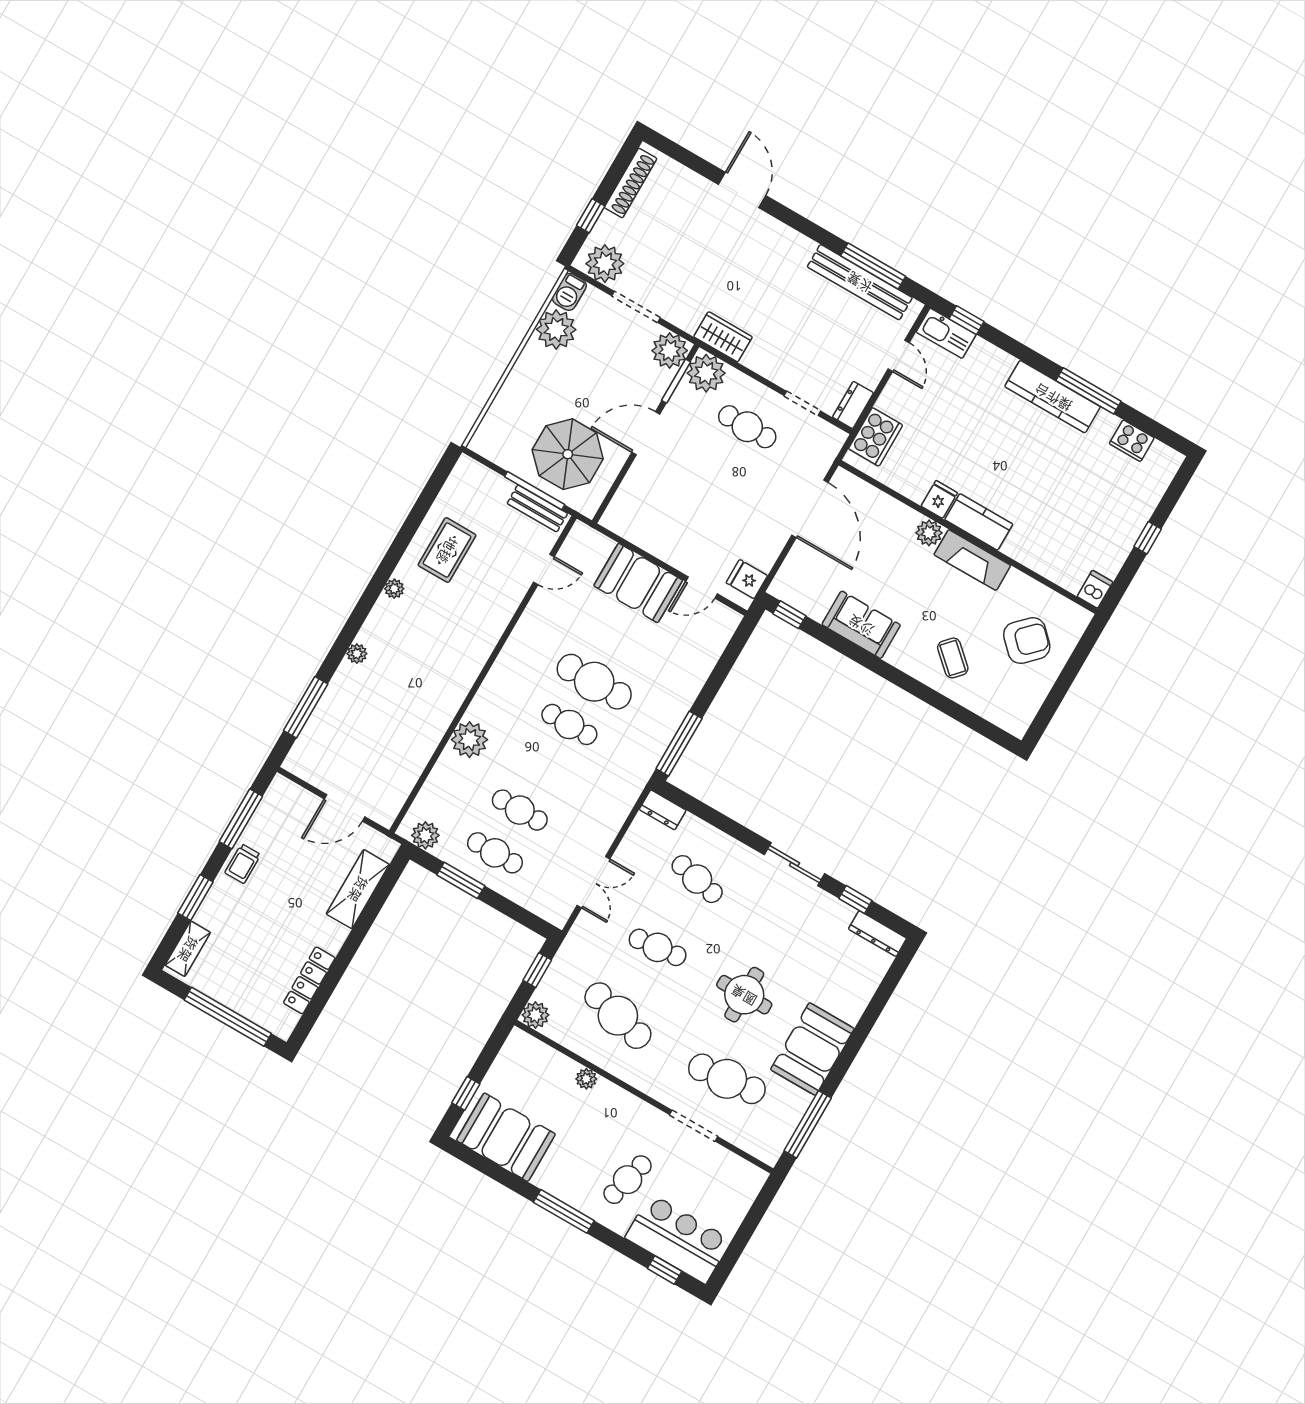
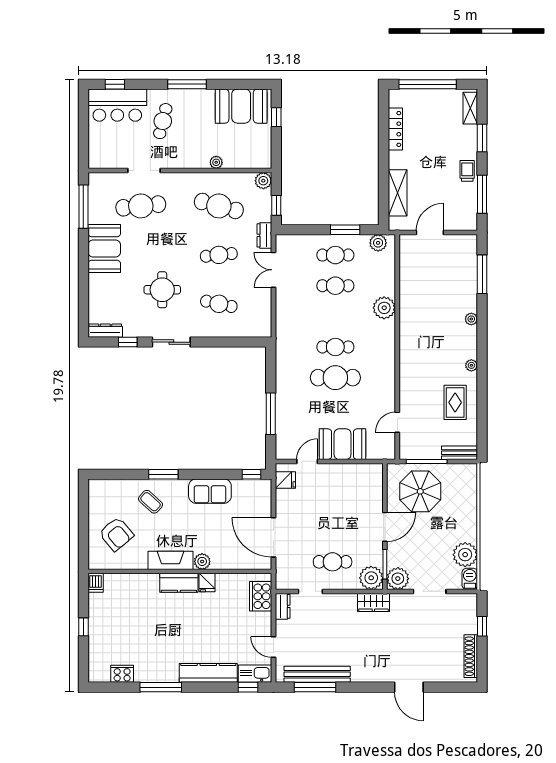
plant: (605, 264) -> (460, 605), removed
kitchen counter: (1053, 397) -> (208, 673), moved
bench: (537, 508) -> (460, 453), moved
armchair: (1027, 641) -> (116, 534), turned -85
window: (912, 686) -> (163, 474), added
window: (679, 744) -> (271, 414), moved
dresser: (663, 810) -> (264, 235), moved, turned -90
round table: (744, 995) -> (162, 290), moved

